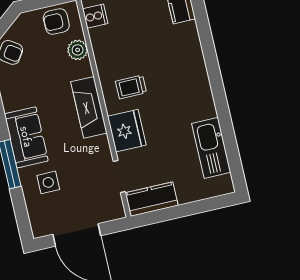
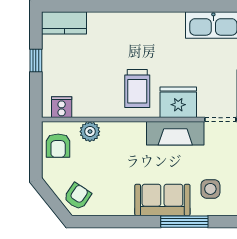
trolley: (131, 87) -> (137, 89), width x1.36, depth x1.39
fireplace: (89, 107) -> (175, 133), moved

